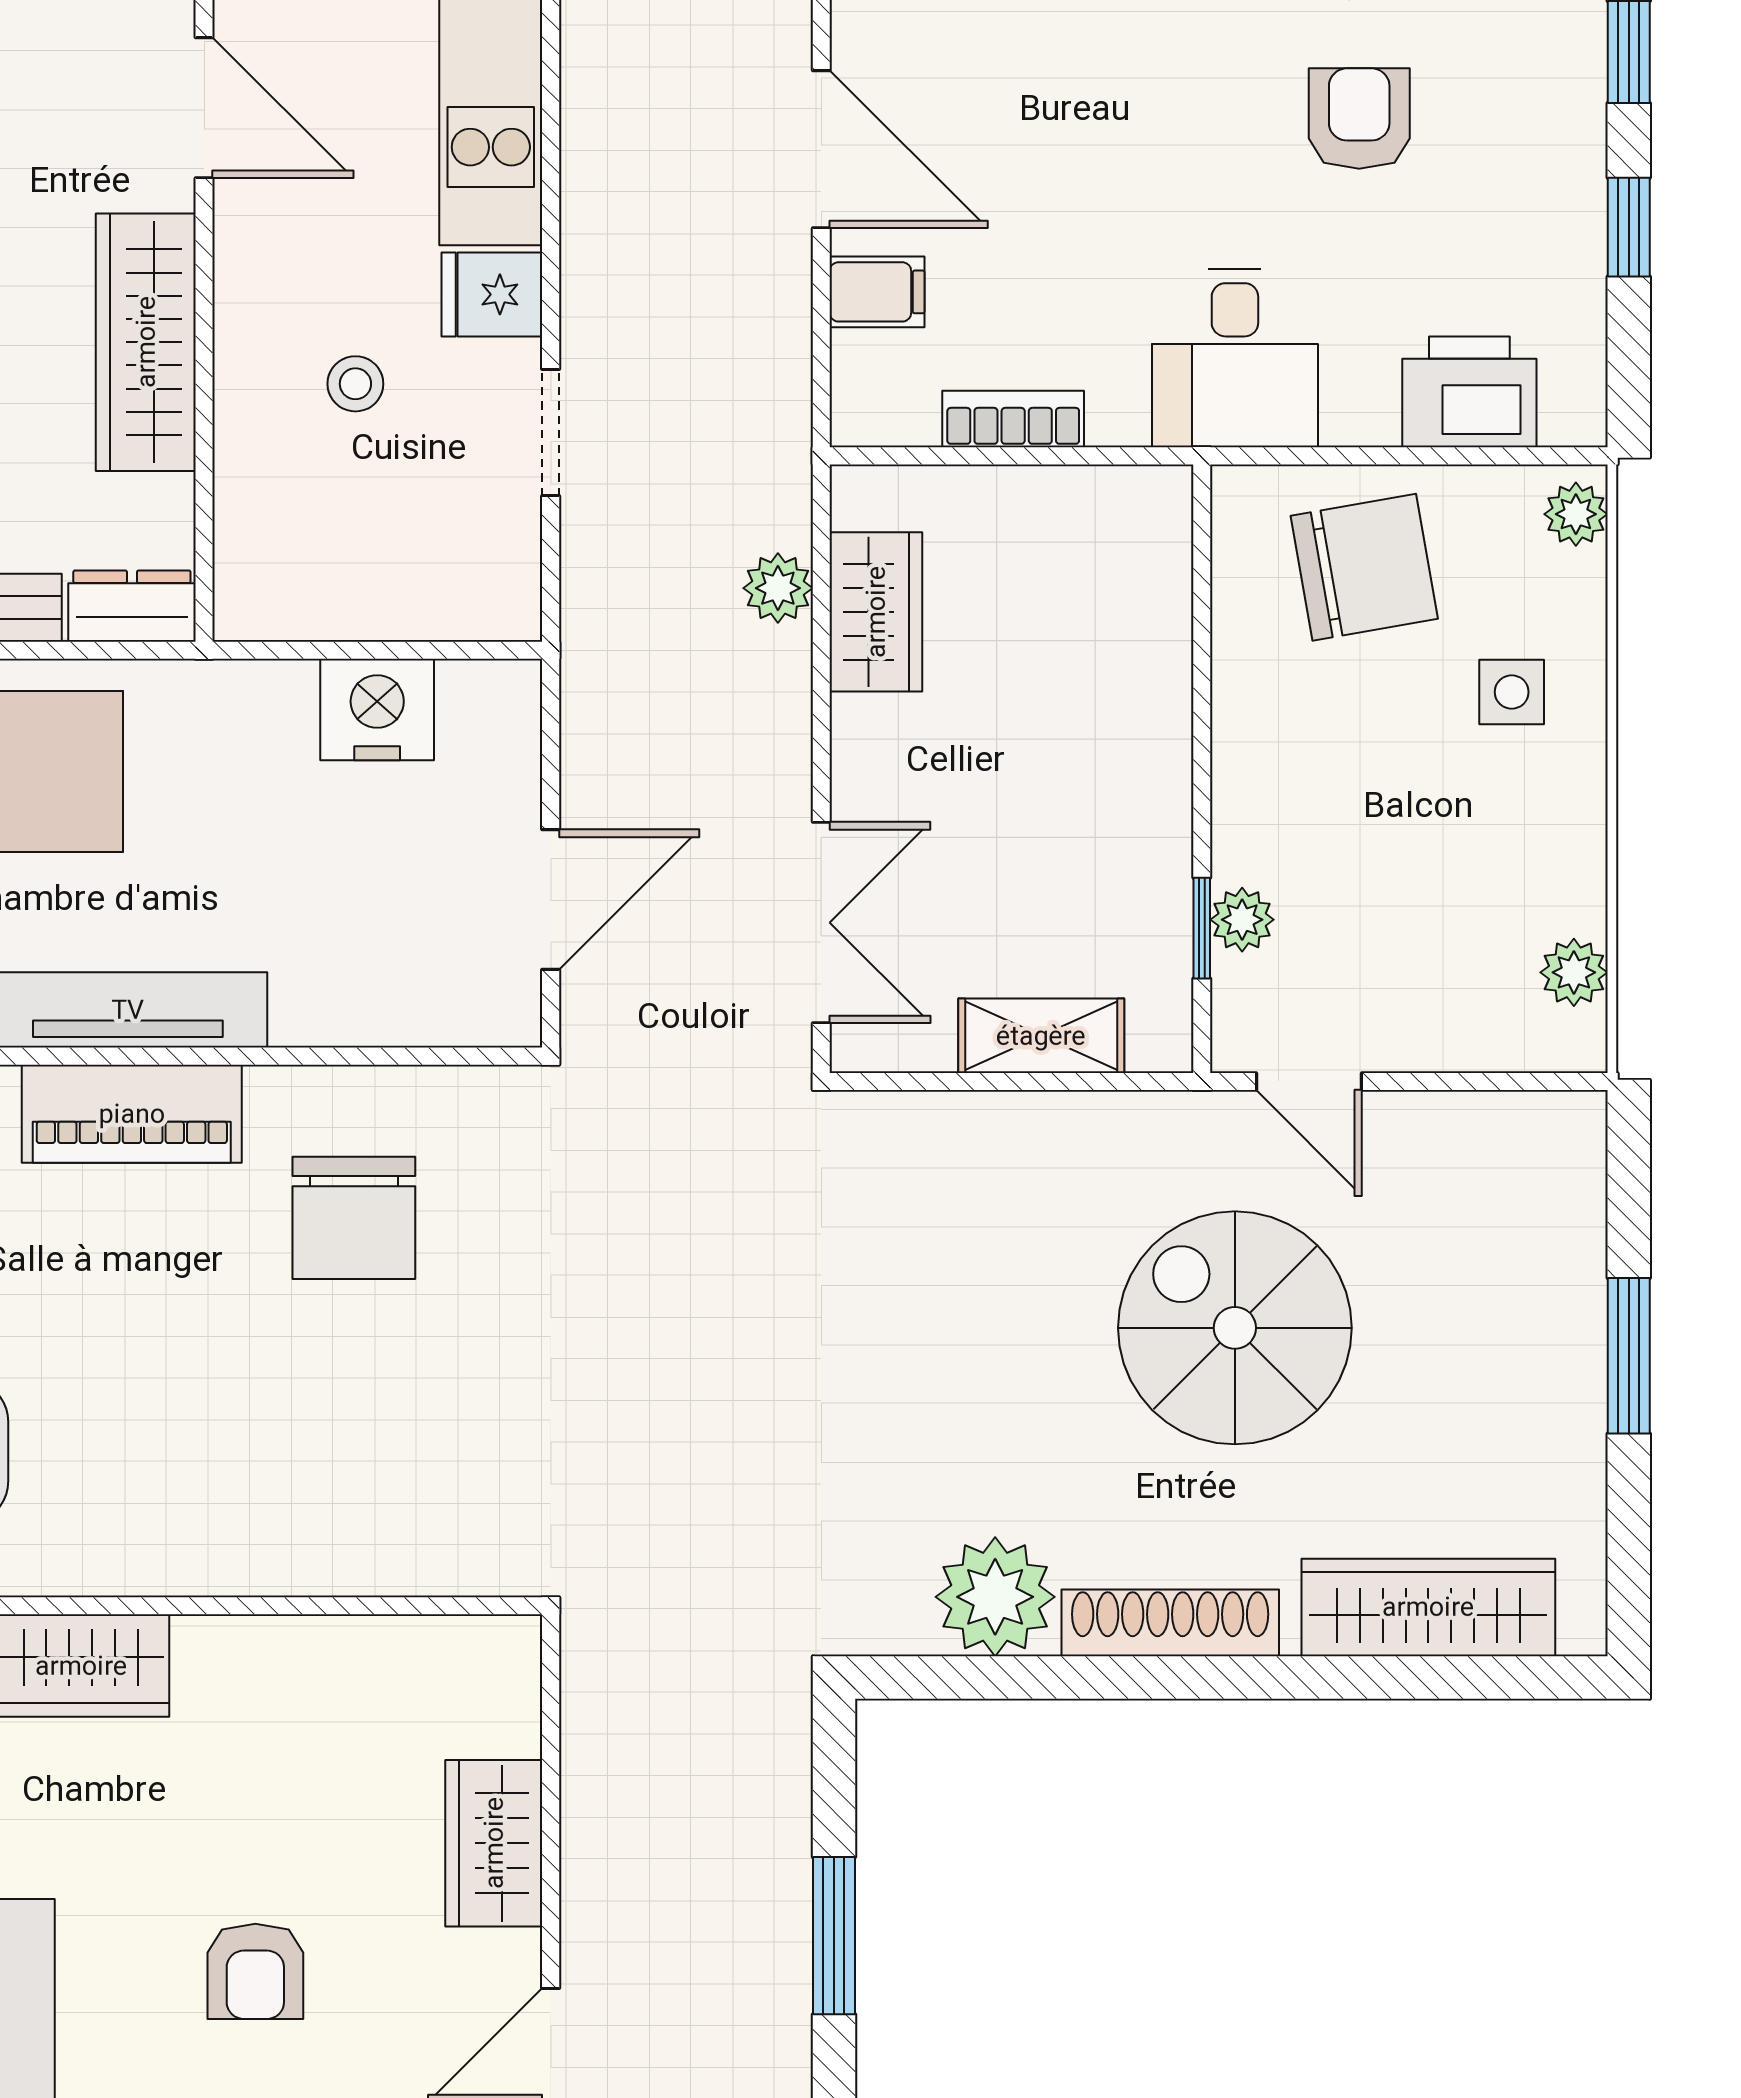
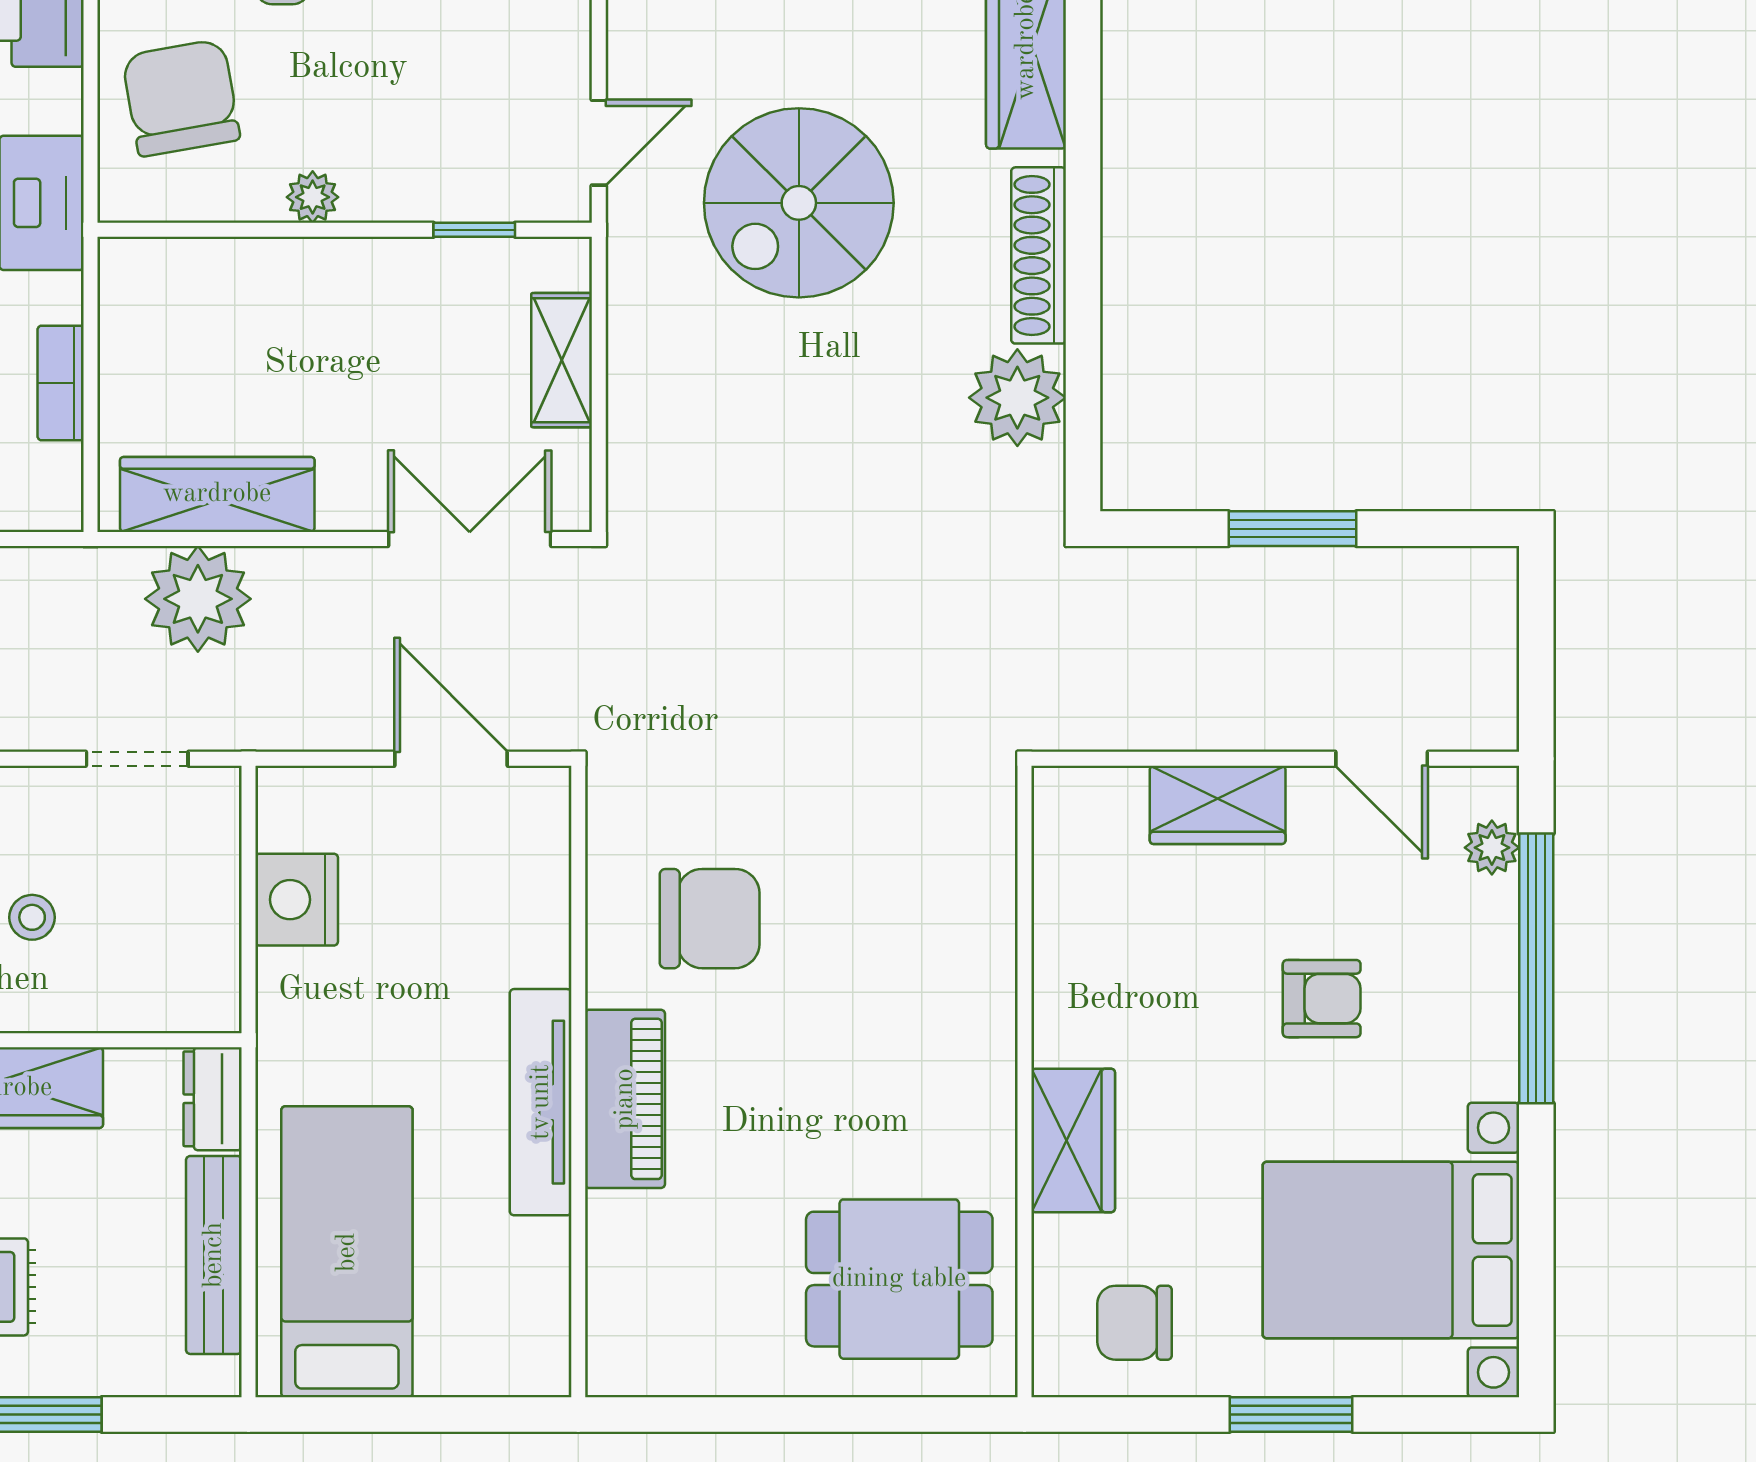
doorway: (551, 433) -> (137, 759), moved
plant: (778, 588) -> (198, 599), width x1.87, depth x1.87
wardrobe: (876, 612) -> (217, 494), width x1.50
plant: (1242, 920) -> (313, 197), moved

